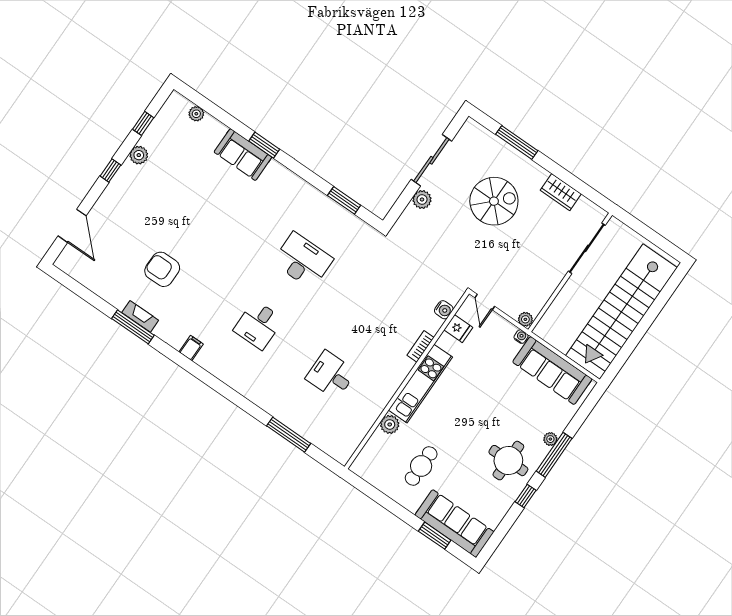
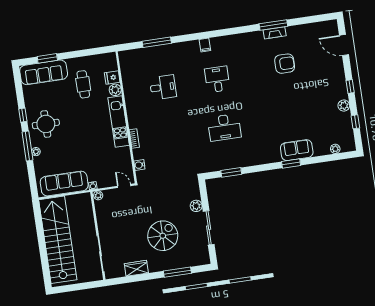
spiral stairs: (494, 201) -> (163, 236), turned 180
fridge: (458, 329) -> (112, 78), moved
filing cabinet: (191, 348) -> (205, 45), moved

